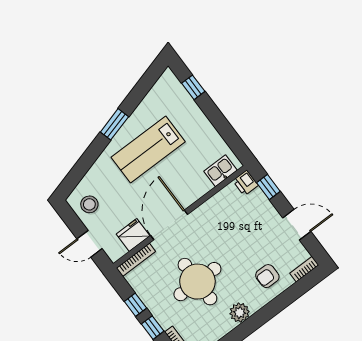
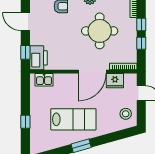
window: (193, 87) -> (25, 122), moved
printer: (246, 183) -> (38, 58), width x1.87, depth x1.48

